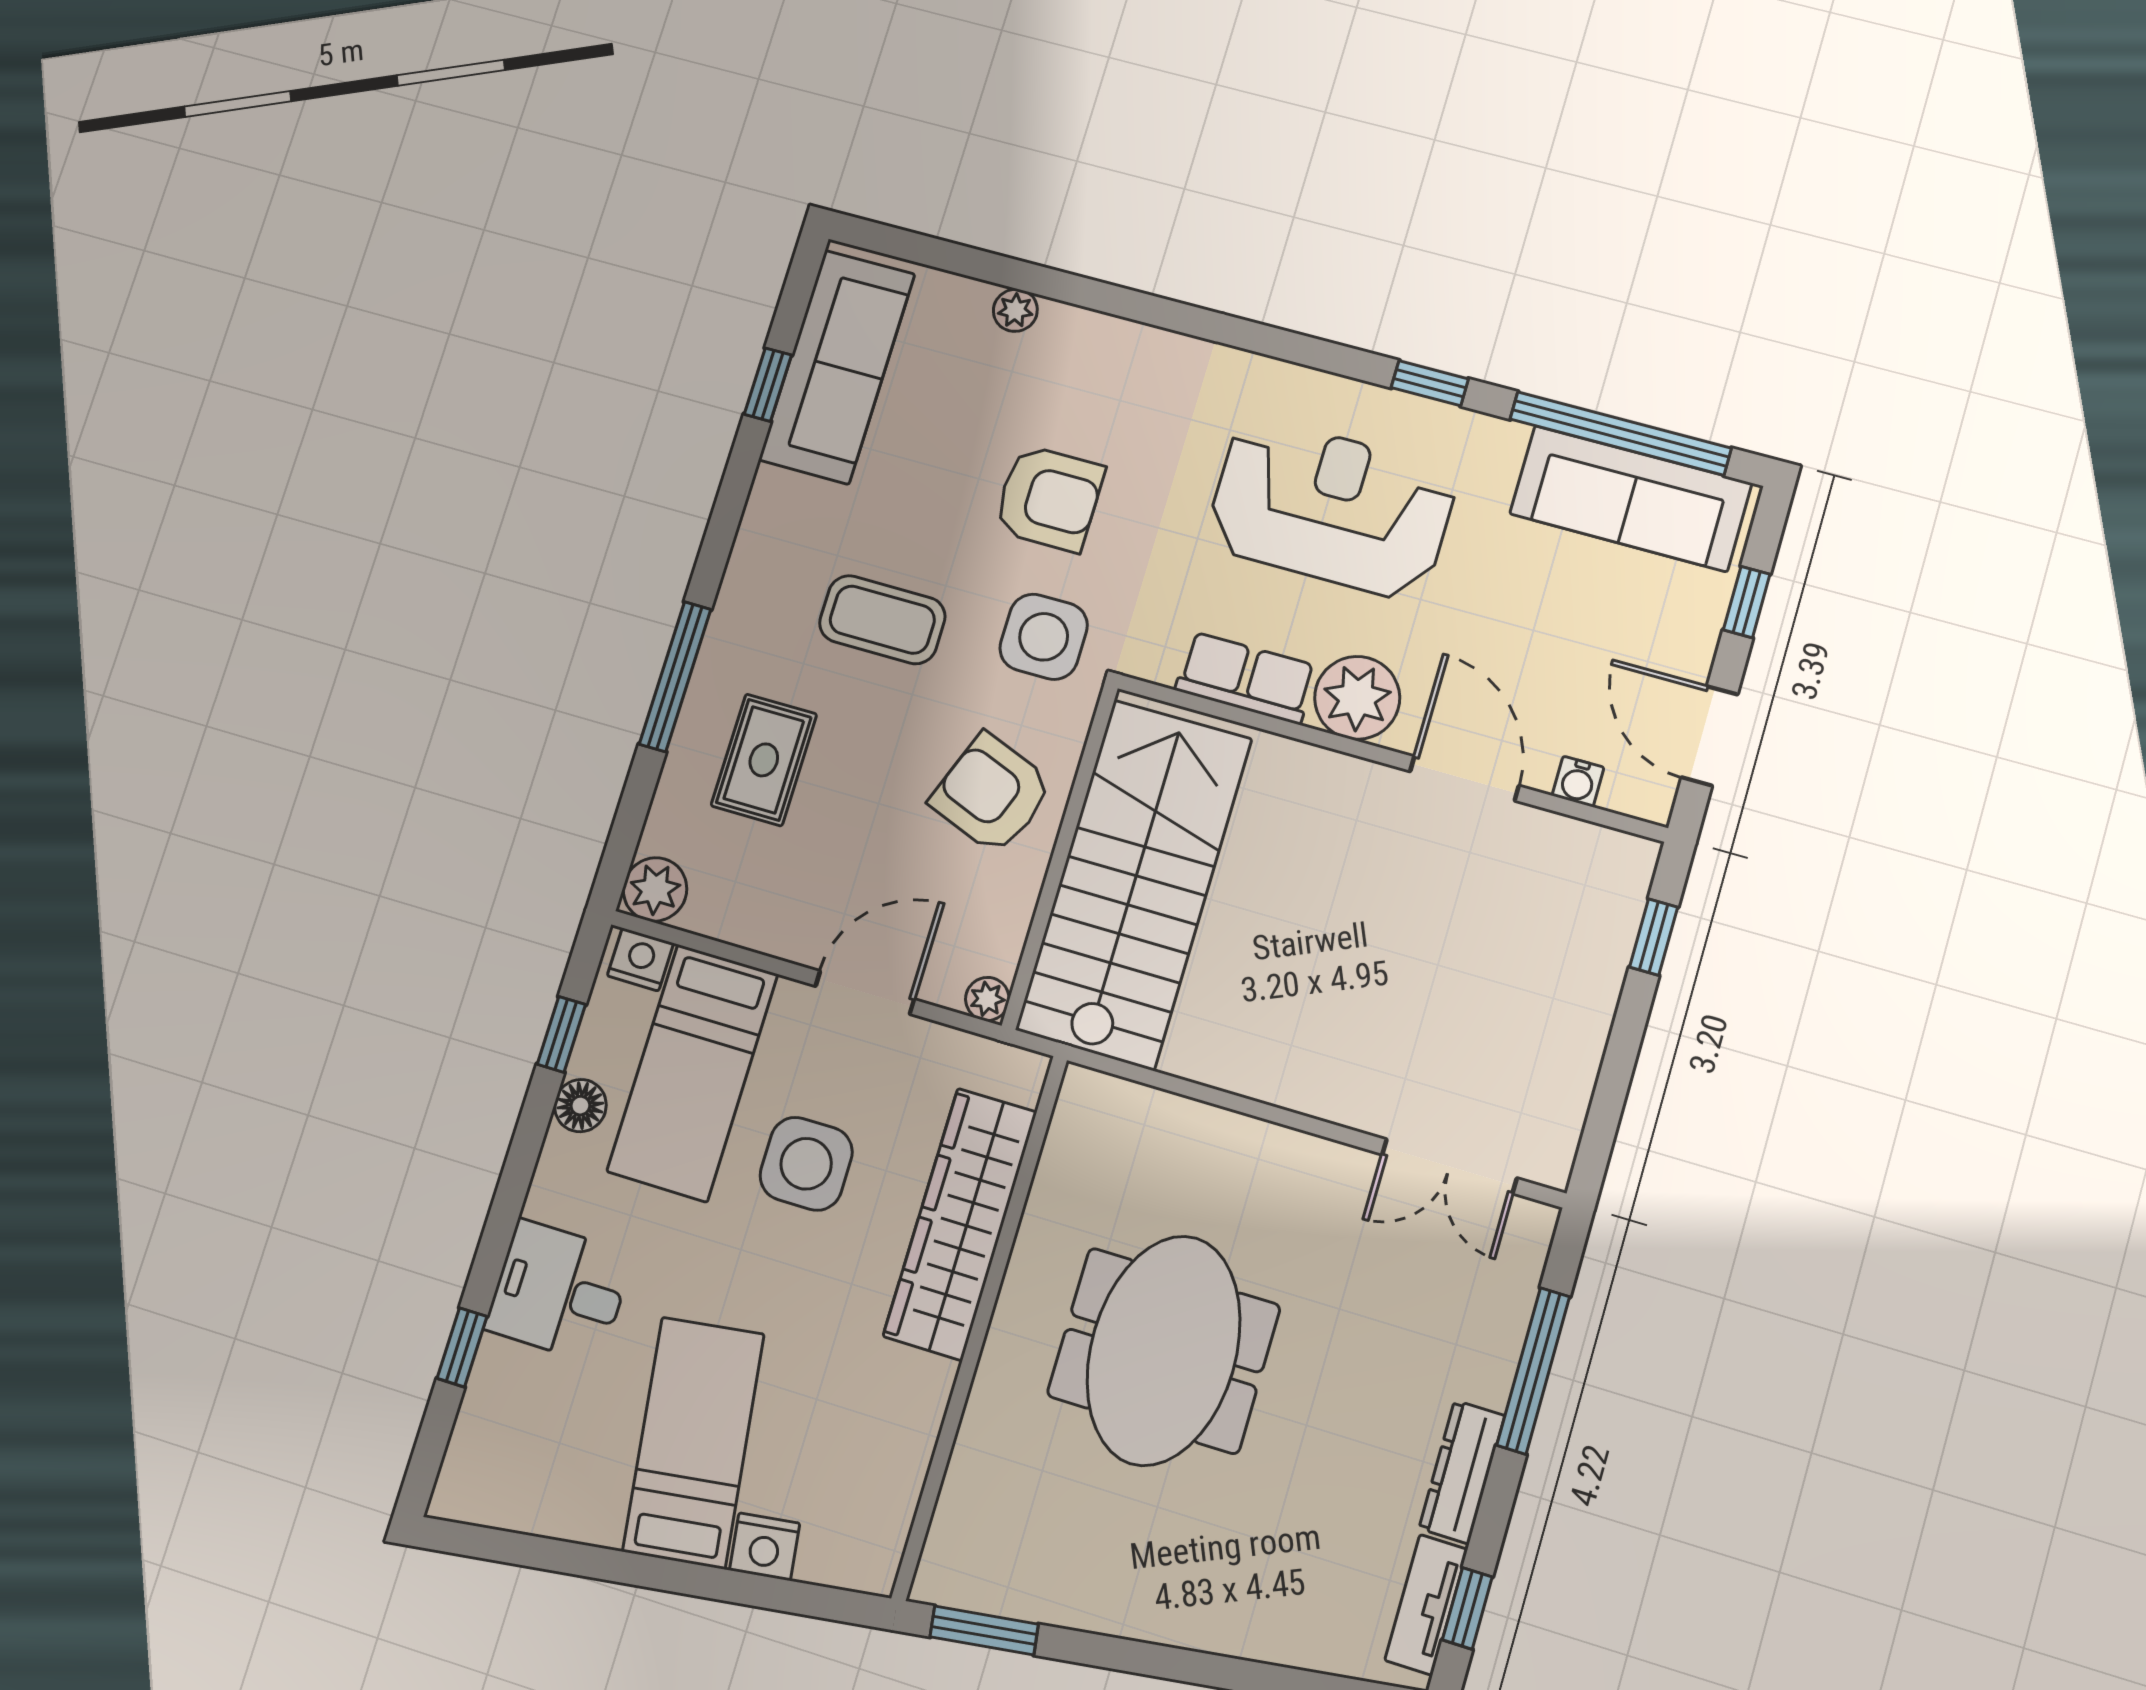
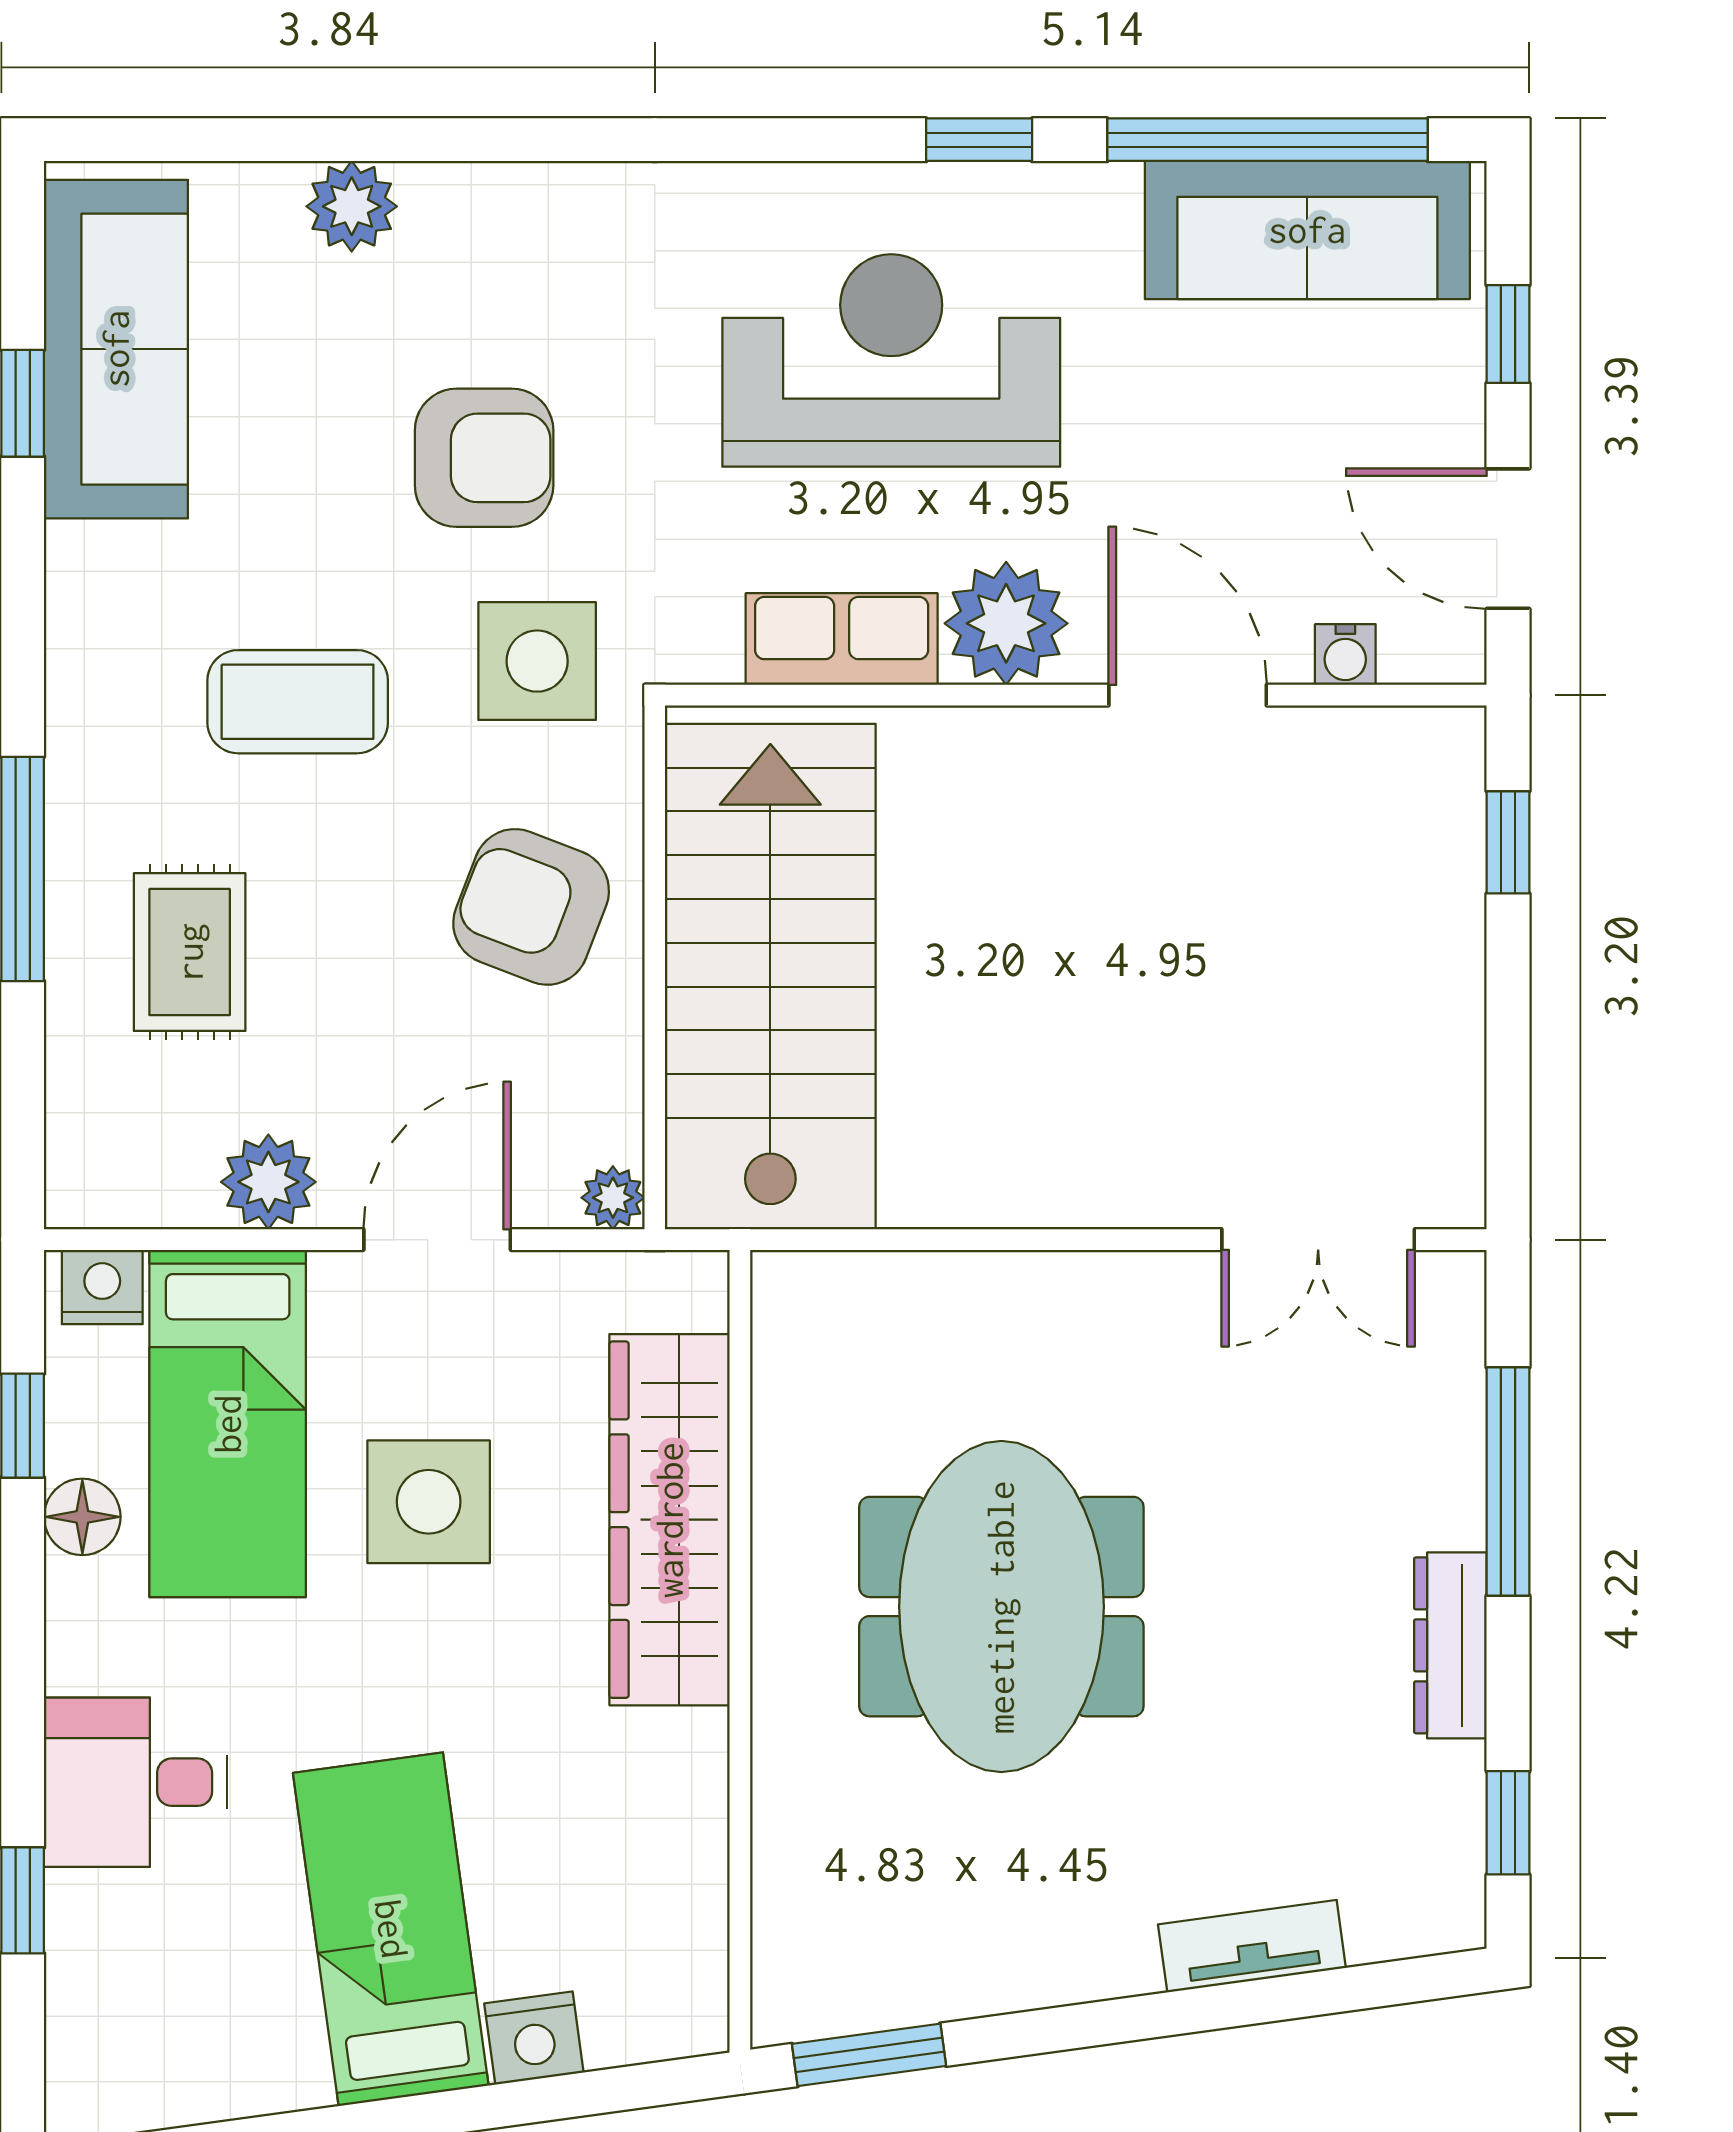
plant: (1015, 310) -> (352, 206), width x1.38, depth x1.38
plant: (655, 889) -> (268, 1182), moved
tv unit: (1426, 1605) -> (1252, 1946), moved, turned 82

